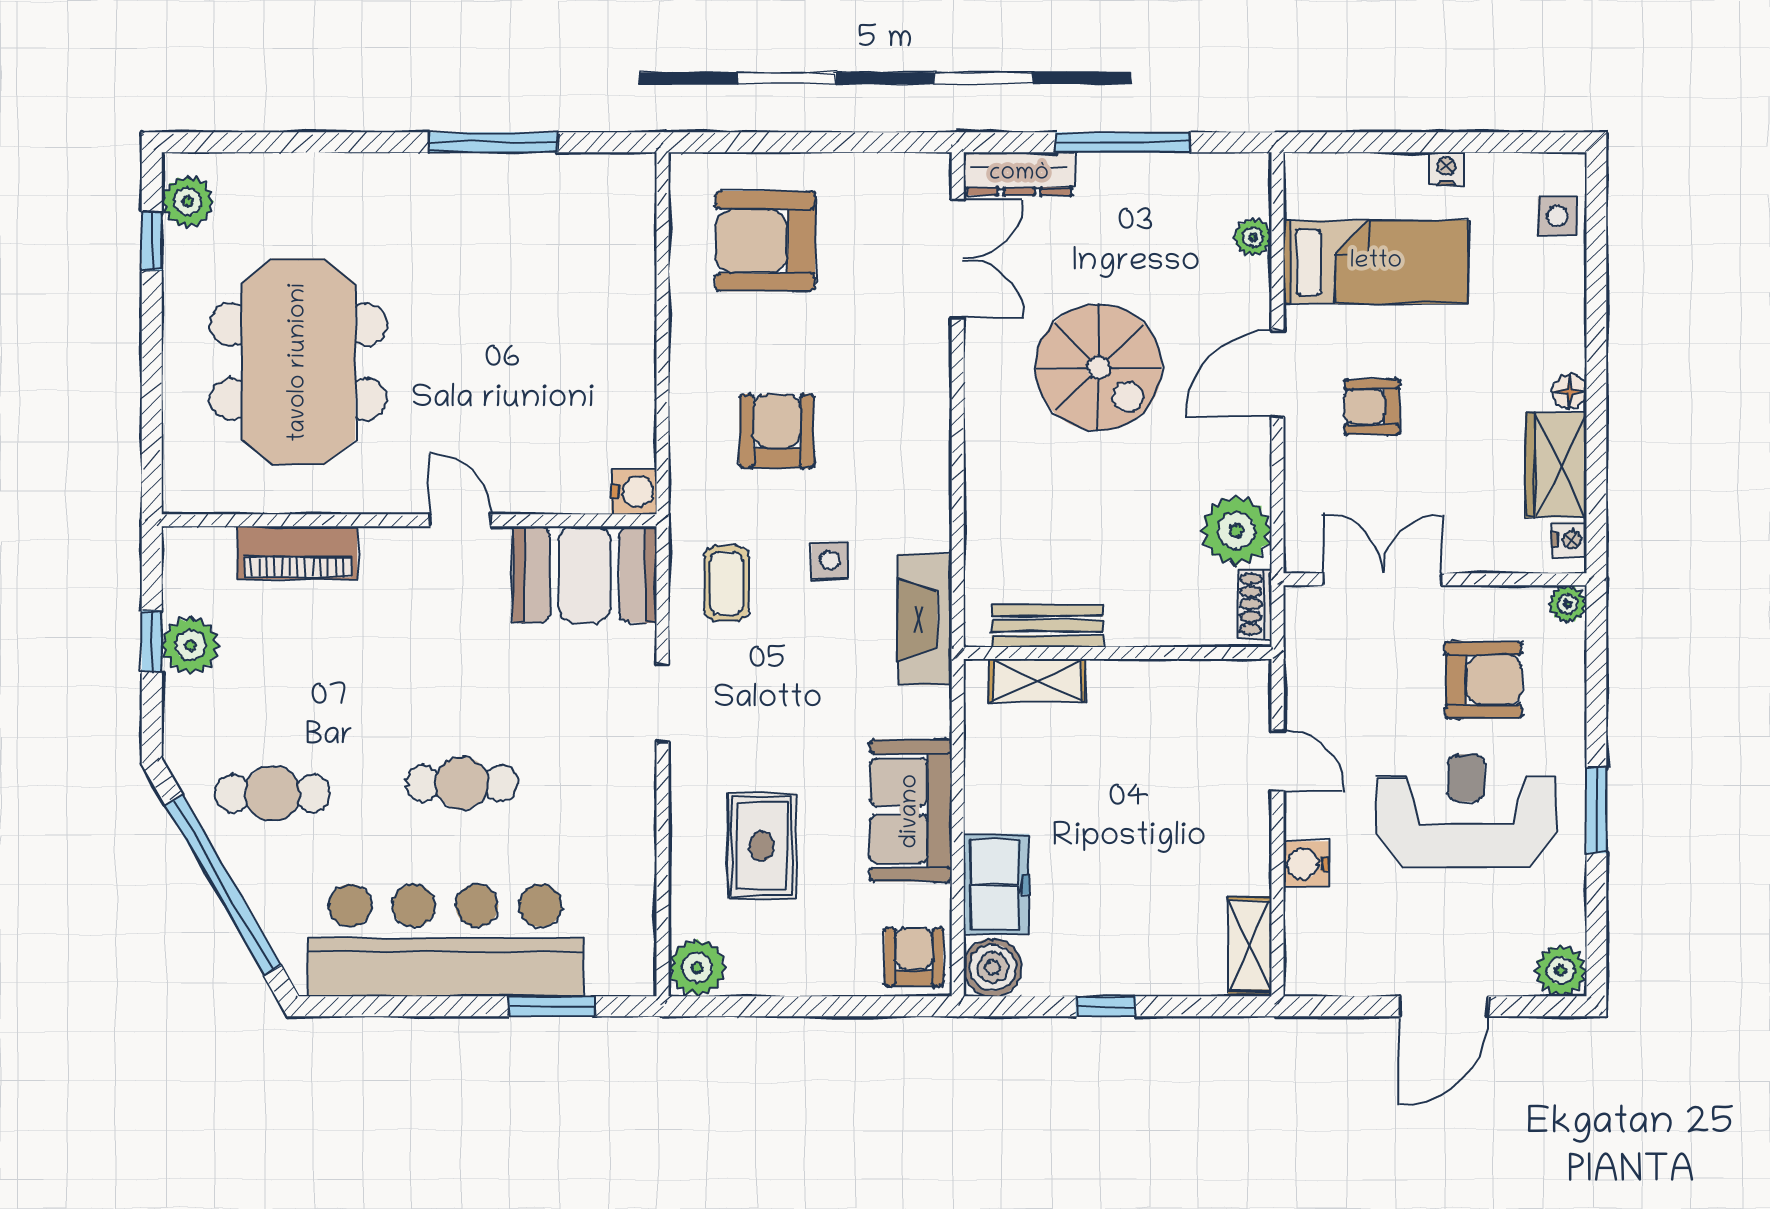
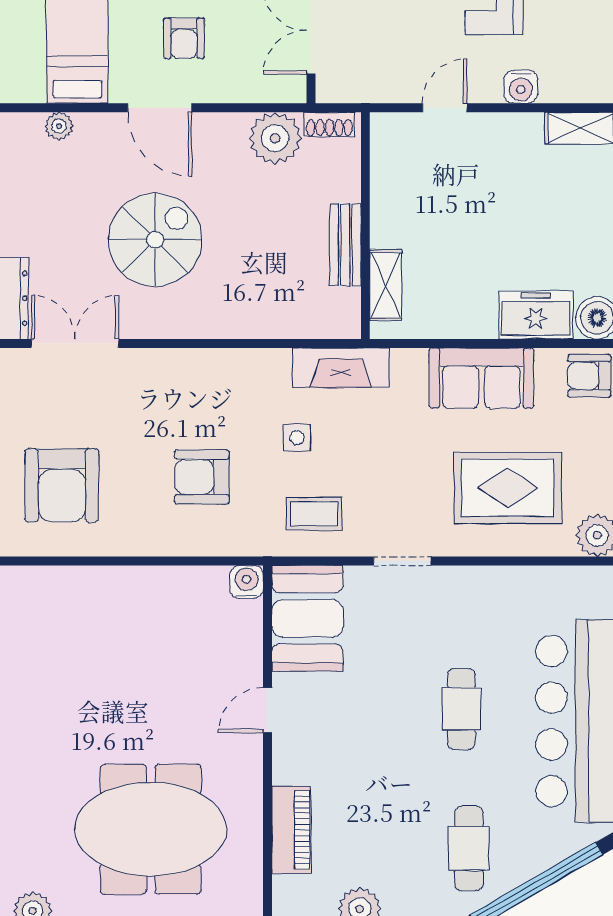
bench: (1047, 626) -> (345, 245), moved
rug: (762, 846) -> (508, 488), width x1.36, depth x1.43

